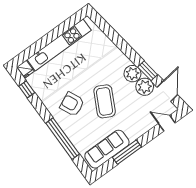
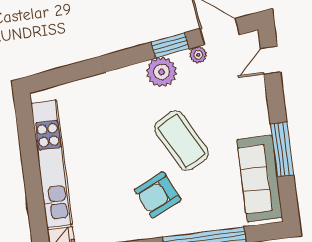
plant: (145, 87) -> (198, 55), width x0.53, depth x0.53
coffee table: (105, 101) -> (181, 141), turned 35

